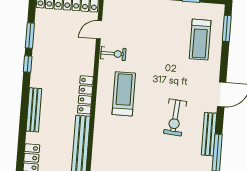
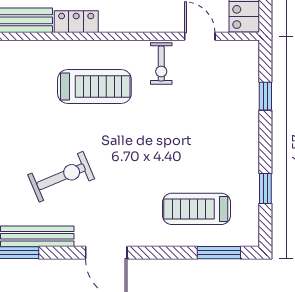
locker: (85, 95) -> (76, 22), width x0.66
exercise bike: (175, 117) -> (61, 177), turned 152

